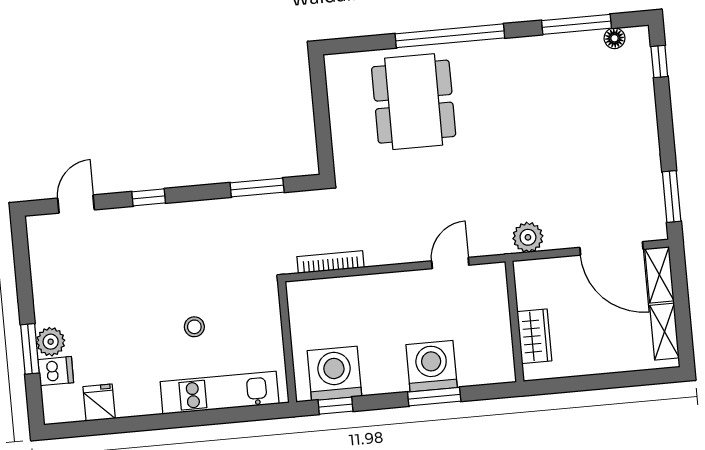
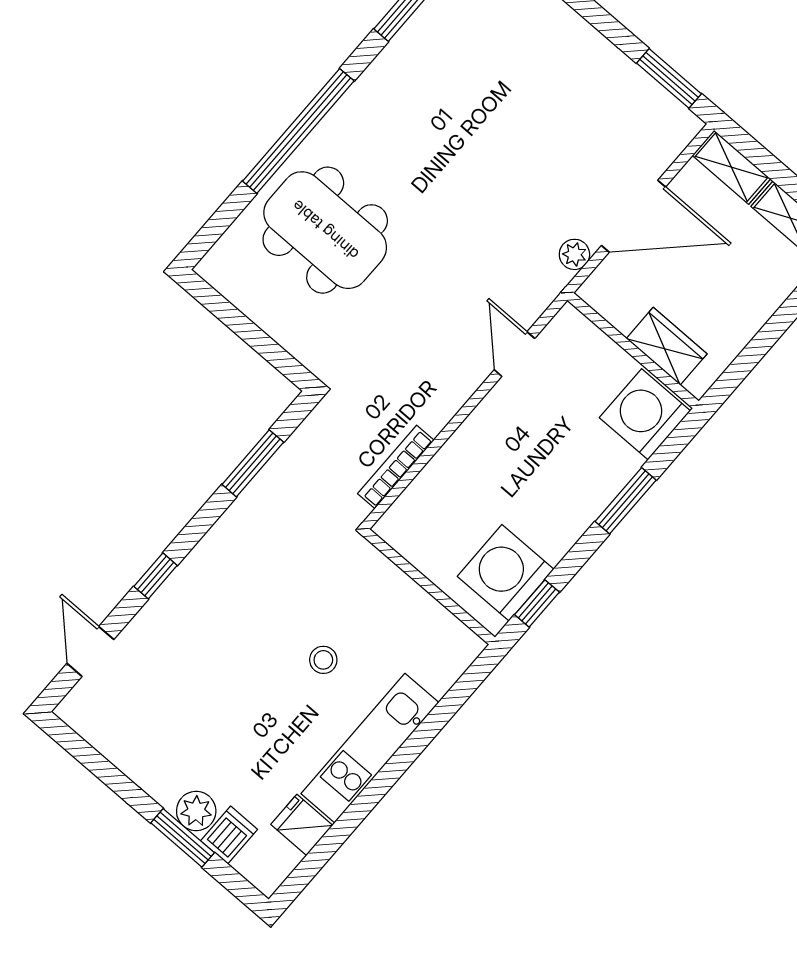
plant: (528, 237) -> (574, 254), width x0.73, depth x0.73
door: (611, 248) -> (633, 216), moved
washing machine: (432, 366) -> (645, 414), moved
kitchen unit: (220, 393) -> (370, 748), moved

